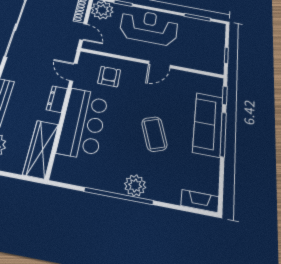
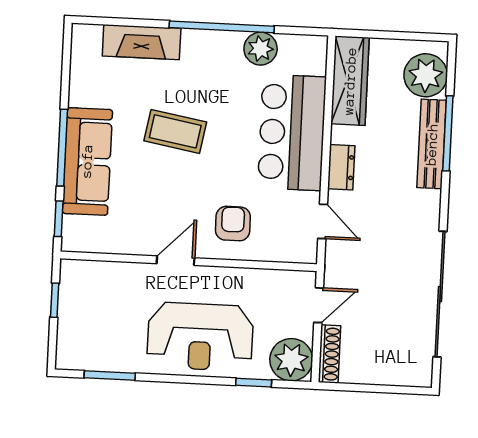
door: (83, 32) -> (319, 305), swing flipped
armchair: (109, 77) -> (233, 224), moved, turned 180
coffee table: (154, 134) -> (175, 131), turned -60
plant: (135, 185) -> (261, 49), moved
fireplace: (200, 201) -> (142, 42), moved, width x1.37, depth x1.32

